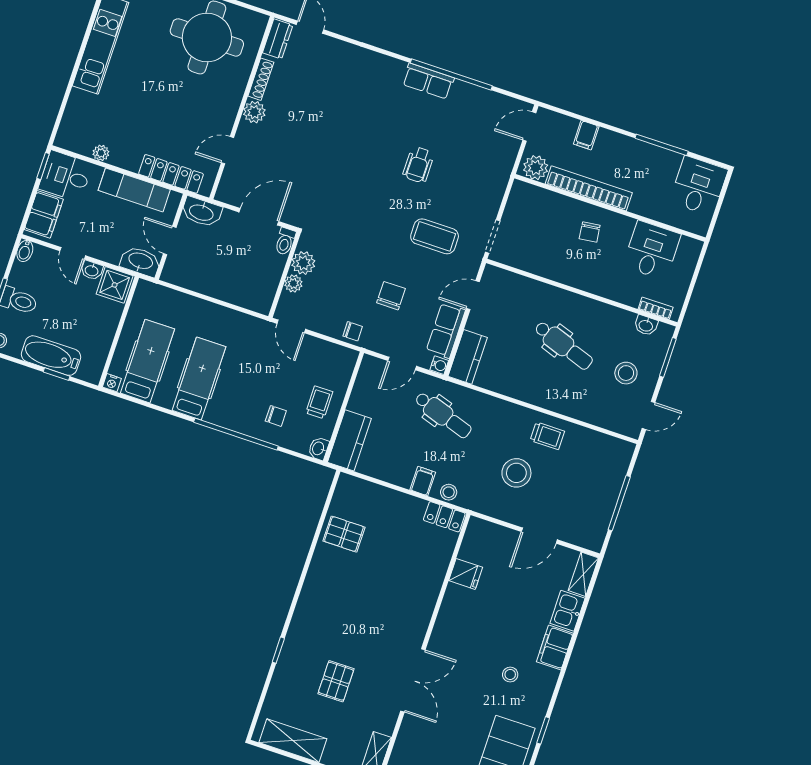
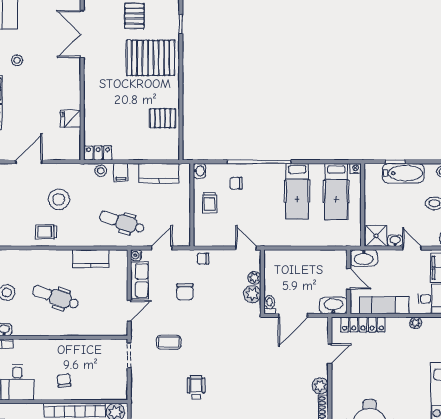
coffee table: (435, 236) -> (169, 342), width x0.73, depth x0.77
kitchen counter: (468, 357) -> (91, 258), moved, turned -90
kitchen counter: (349, 440) -> (159, 173), moved, turned -90
pallet: (333, 619) -> (151, 58), added

